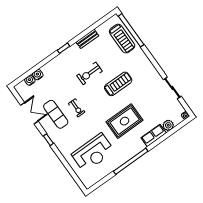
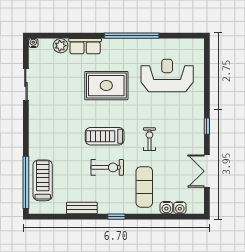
treadmill: (118, 84) -> (105, 136), moved
exercise mat: (56, 114) -> (144, 187), moved

